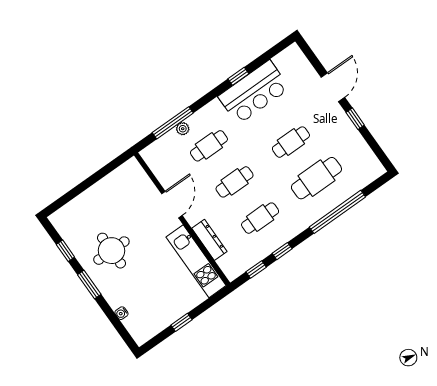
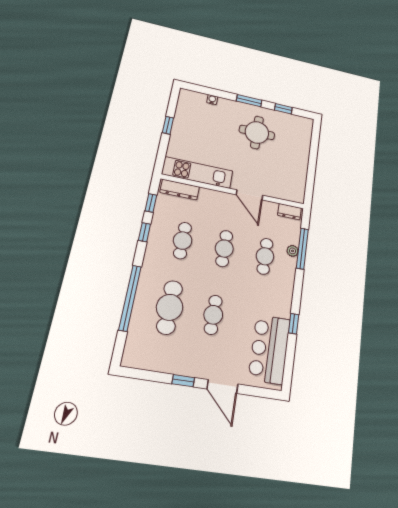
bar counter: (254, 92) -> (269, 349), moved
dresser: (153, 161) -> (289, 212), added
dresser: (209, 240) -> (180, 190), moved

